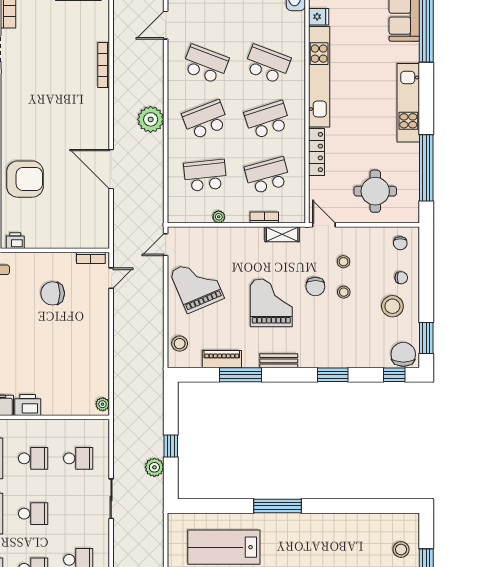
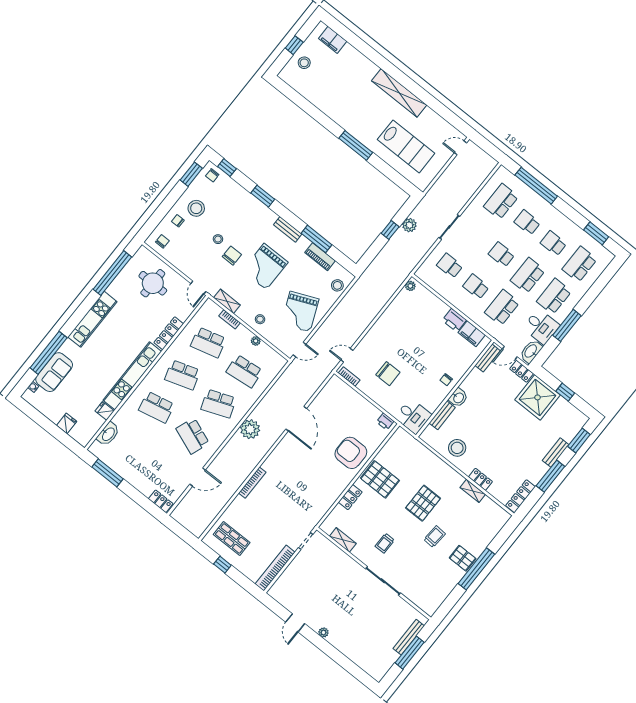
school desk: (267, 64) -> (157, 407), turned -33
stool: (343, 262) -> (260, 319), moved
chair: (403, 354) -> (212, 175), width x0.54, depth x0.54

